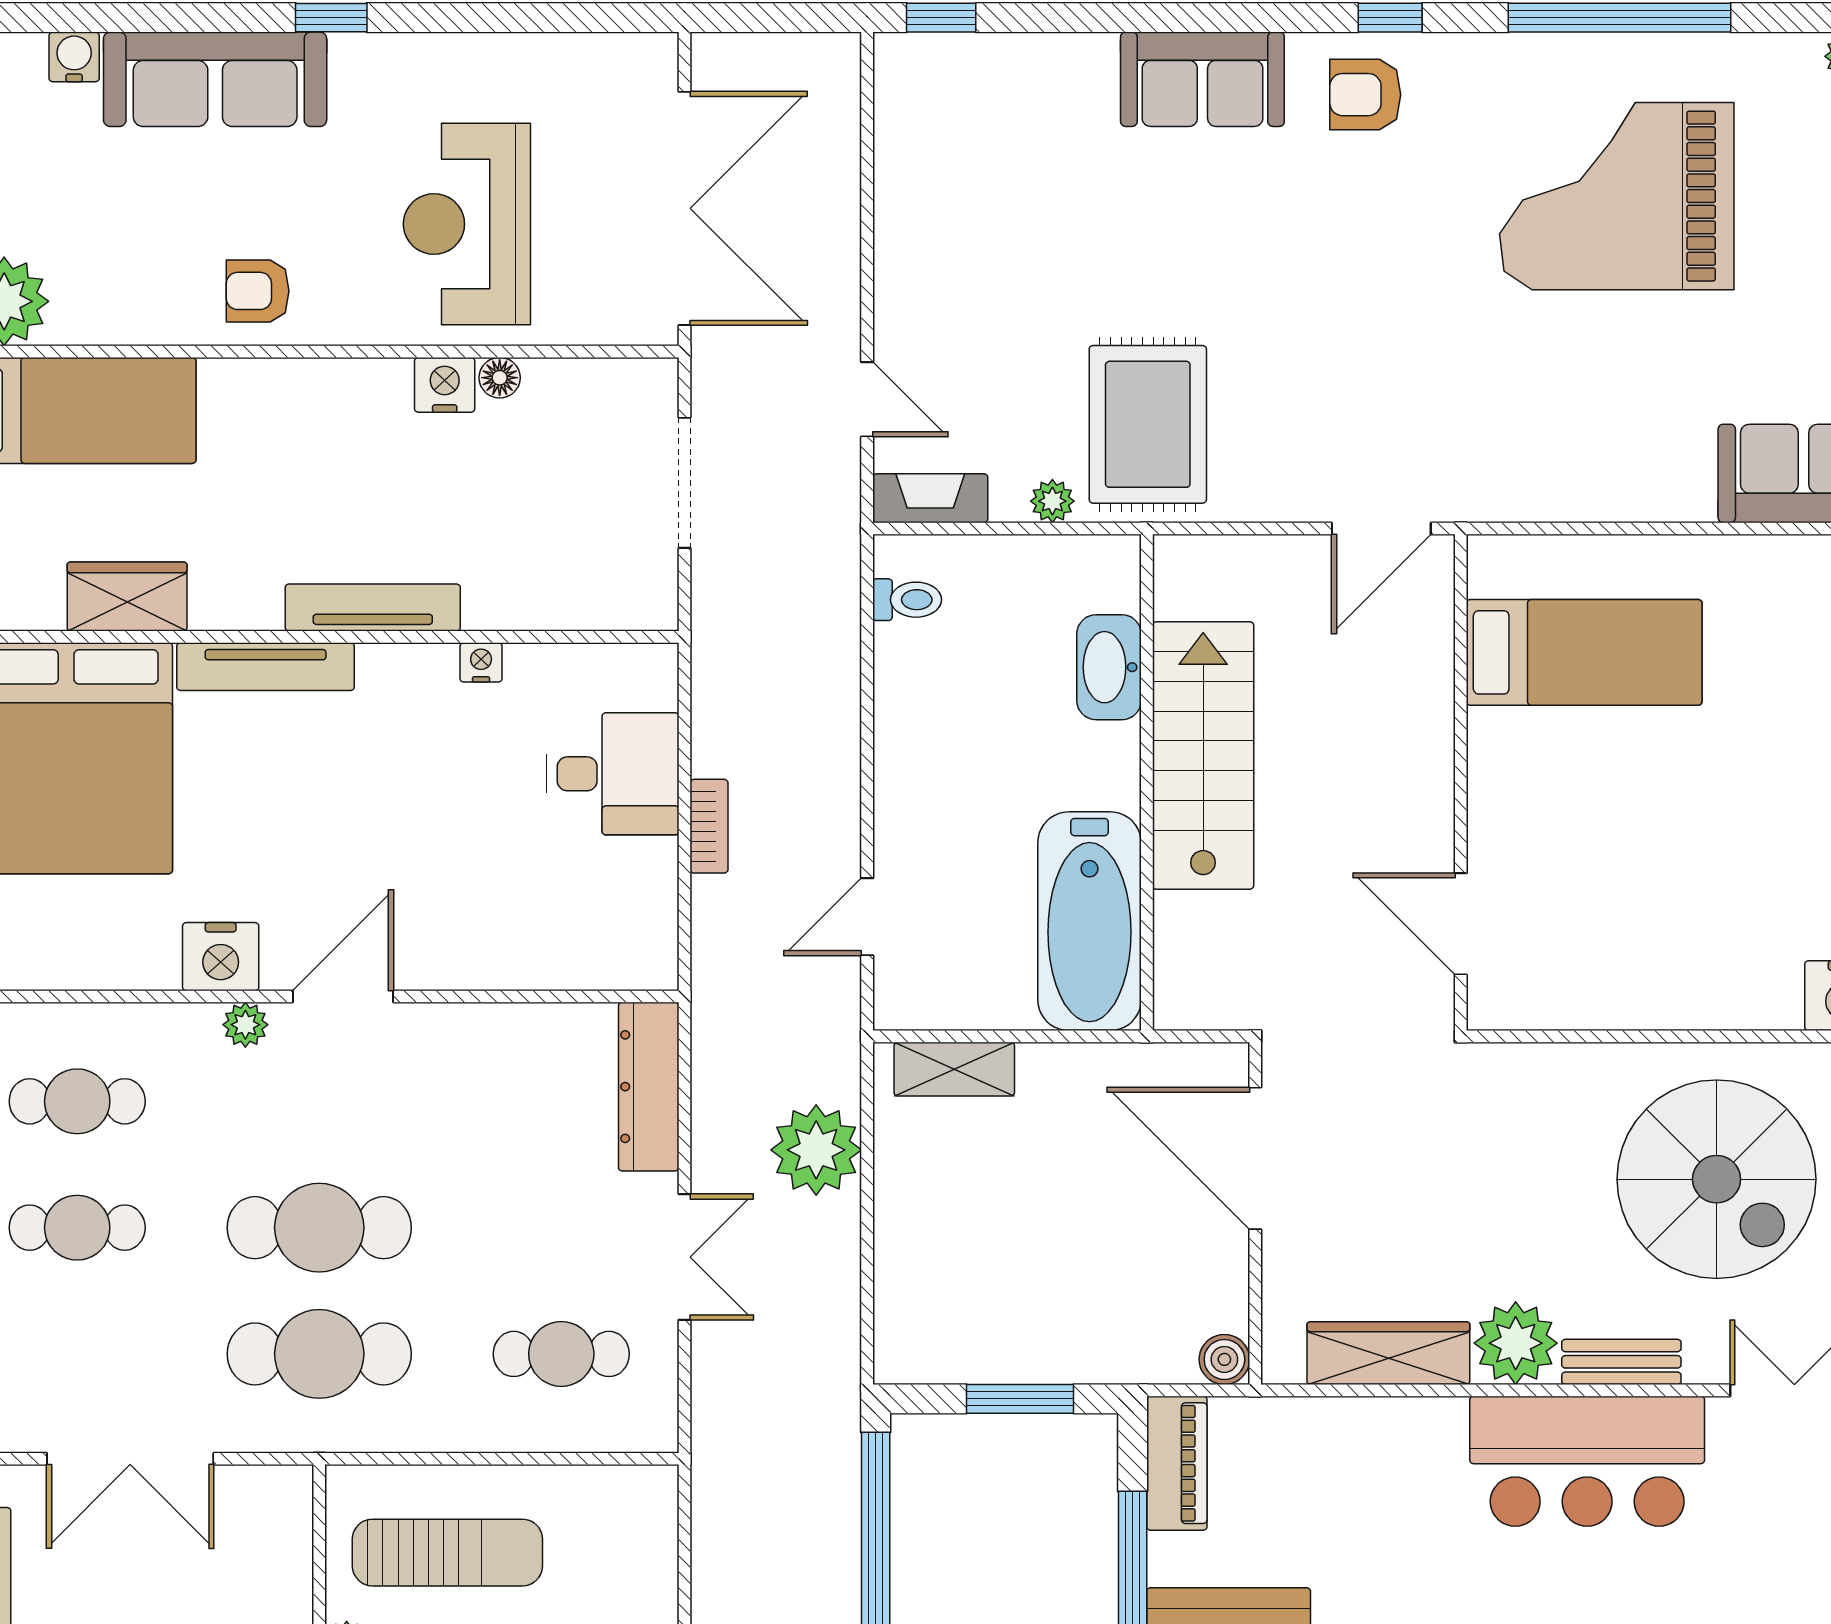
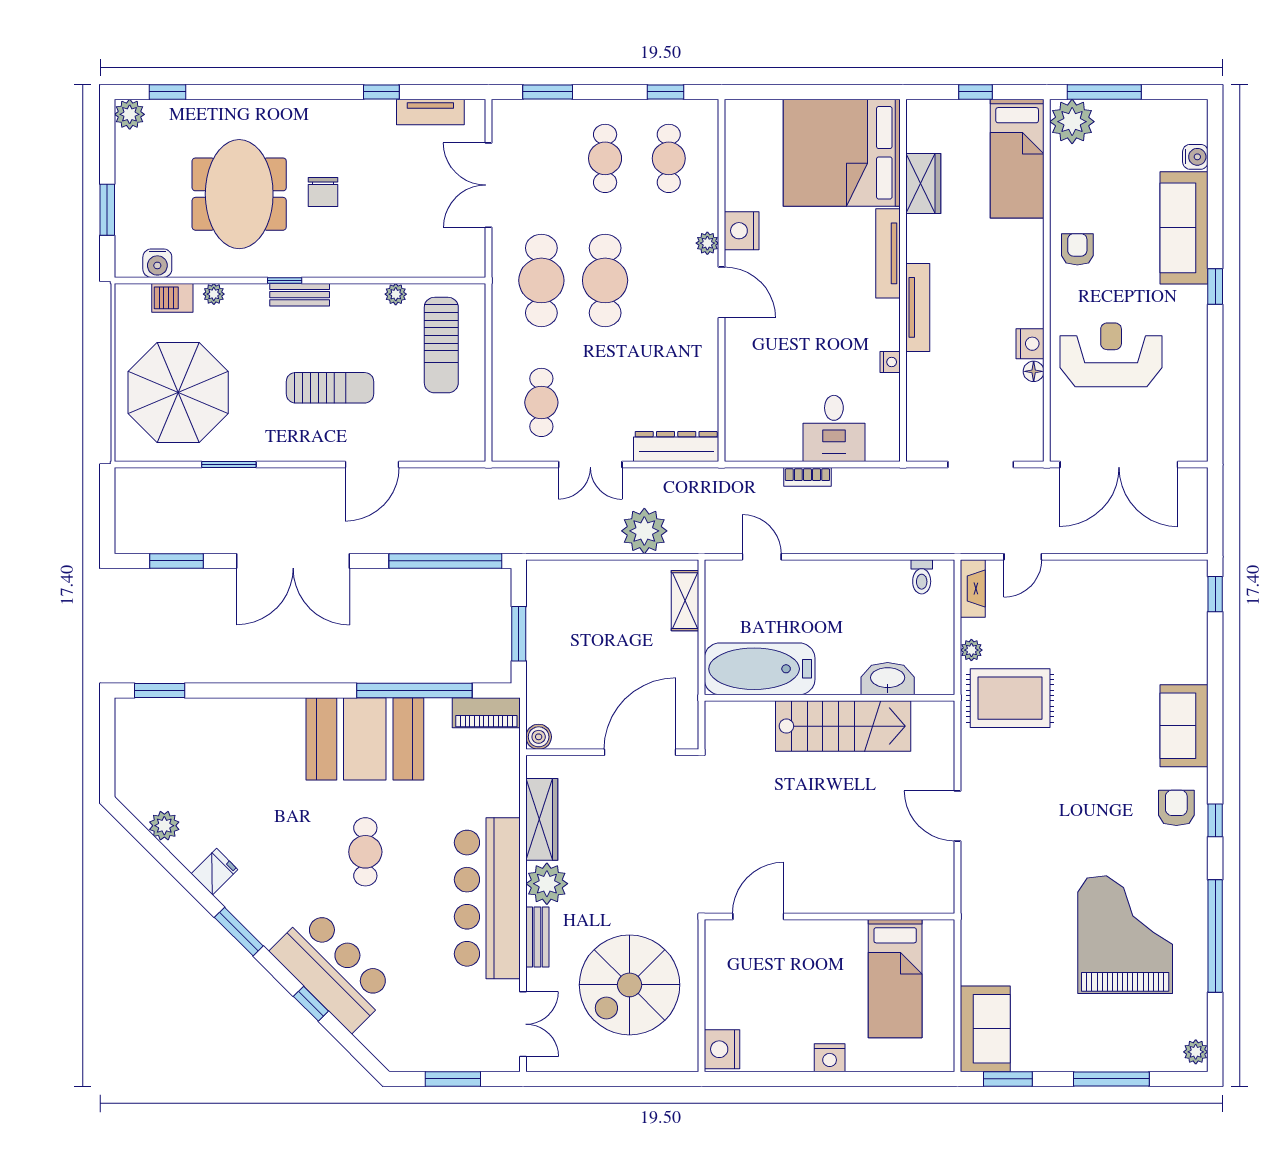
bed: (1584, 652) -> (895, 979), moved
wall: (1461, 782) -> (830, 916), moved
door: (1461, 924) -> (758, 916), moved
bar counter: (1587, 1461) -> (487, 898), width x1.36

